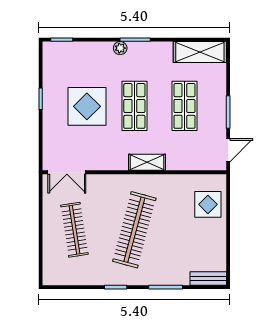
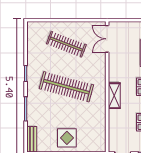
display table: (208, 204) -> (67, 138), moved
clothes rail: (74, 230) -> (66, 44), turned 30

